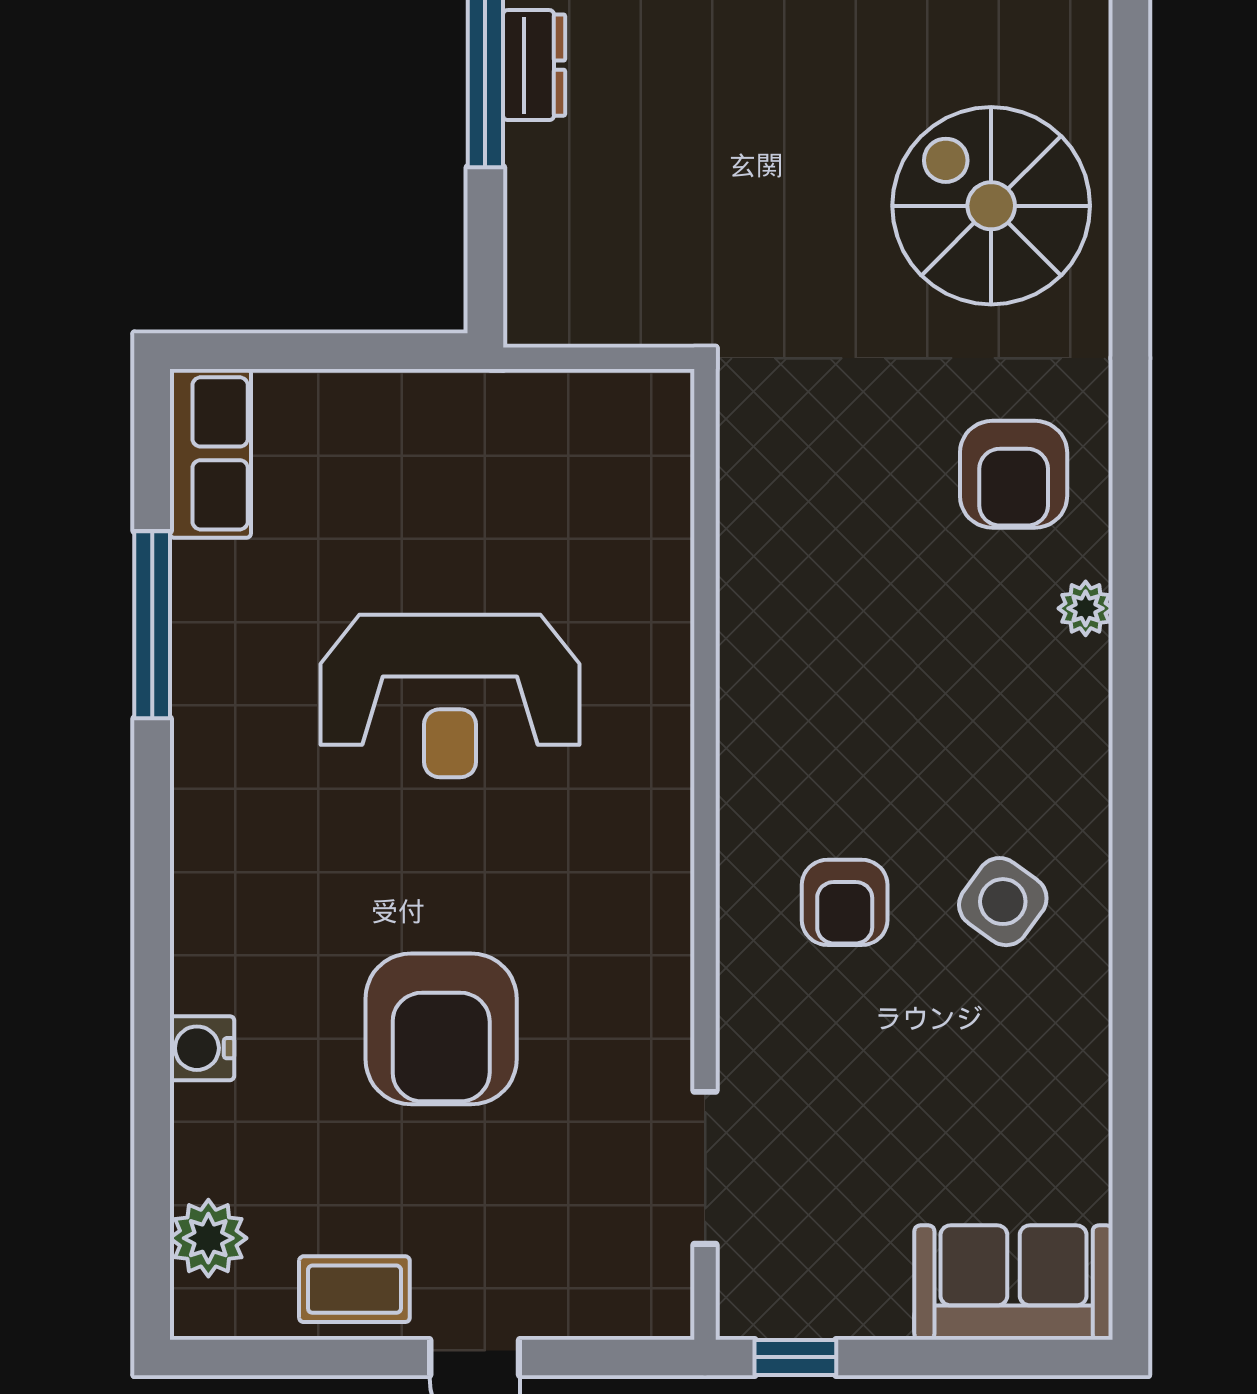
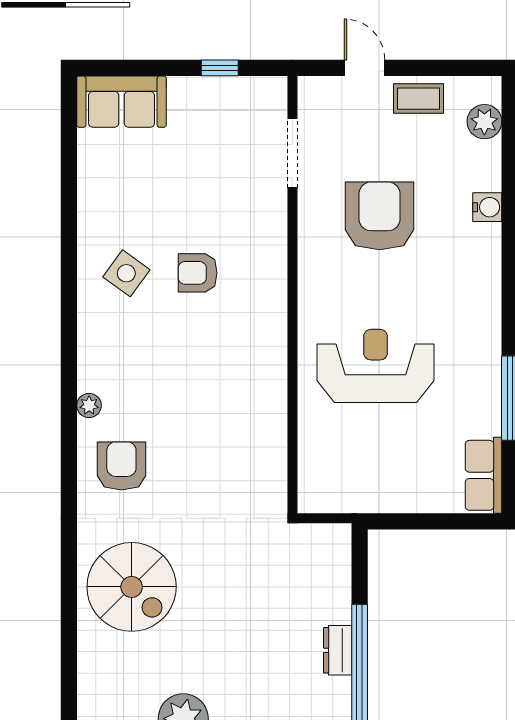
wall: (705, 854) -> (292, 295), moved
armchair: (845, 902) -> (198, 273), turned -90
doorway: (705, 1168) -> (292, 153), moved

